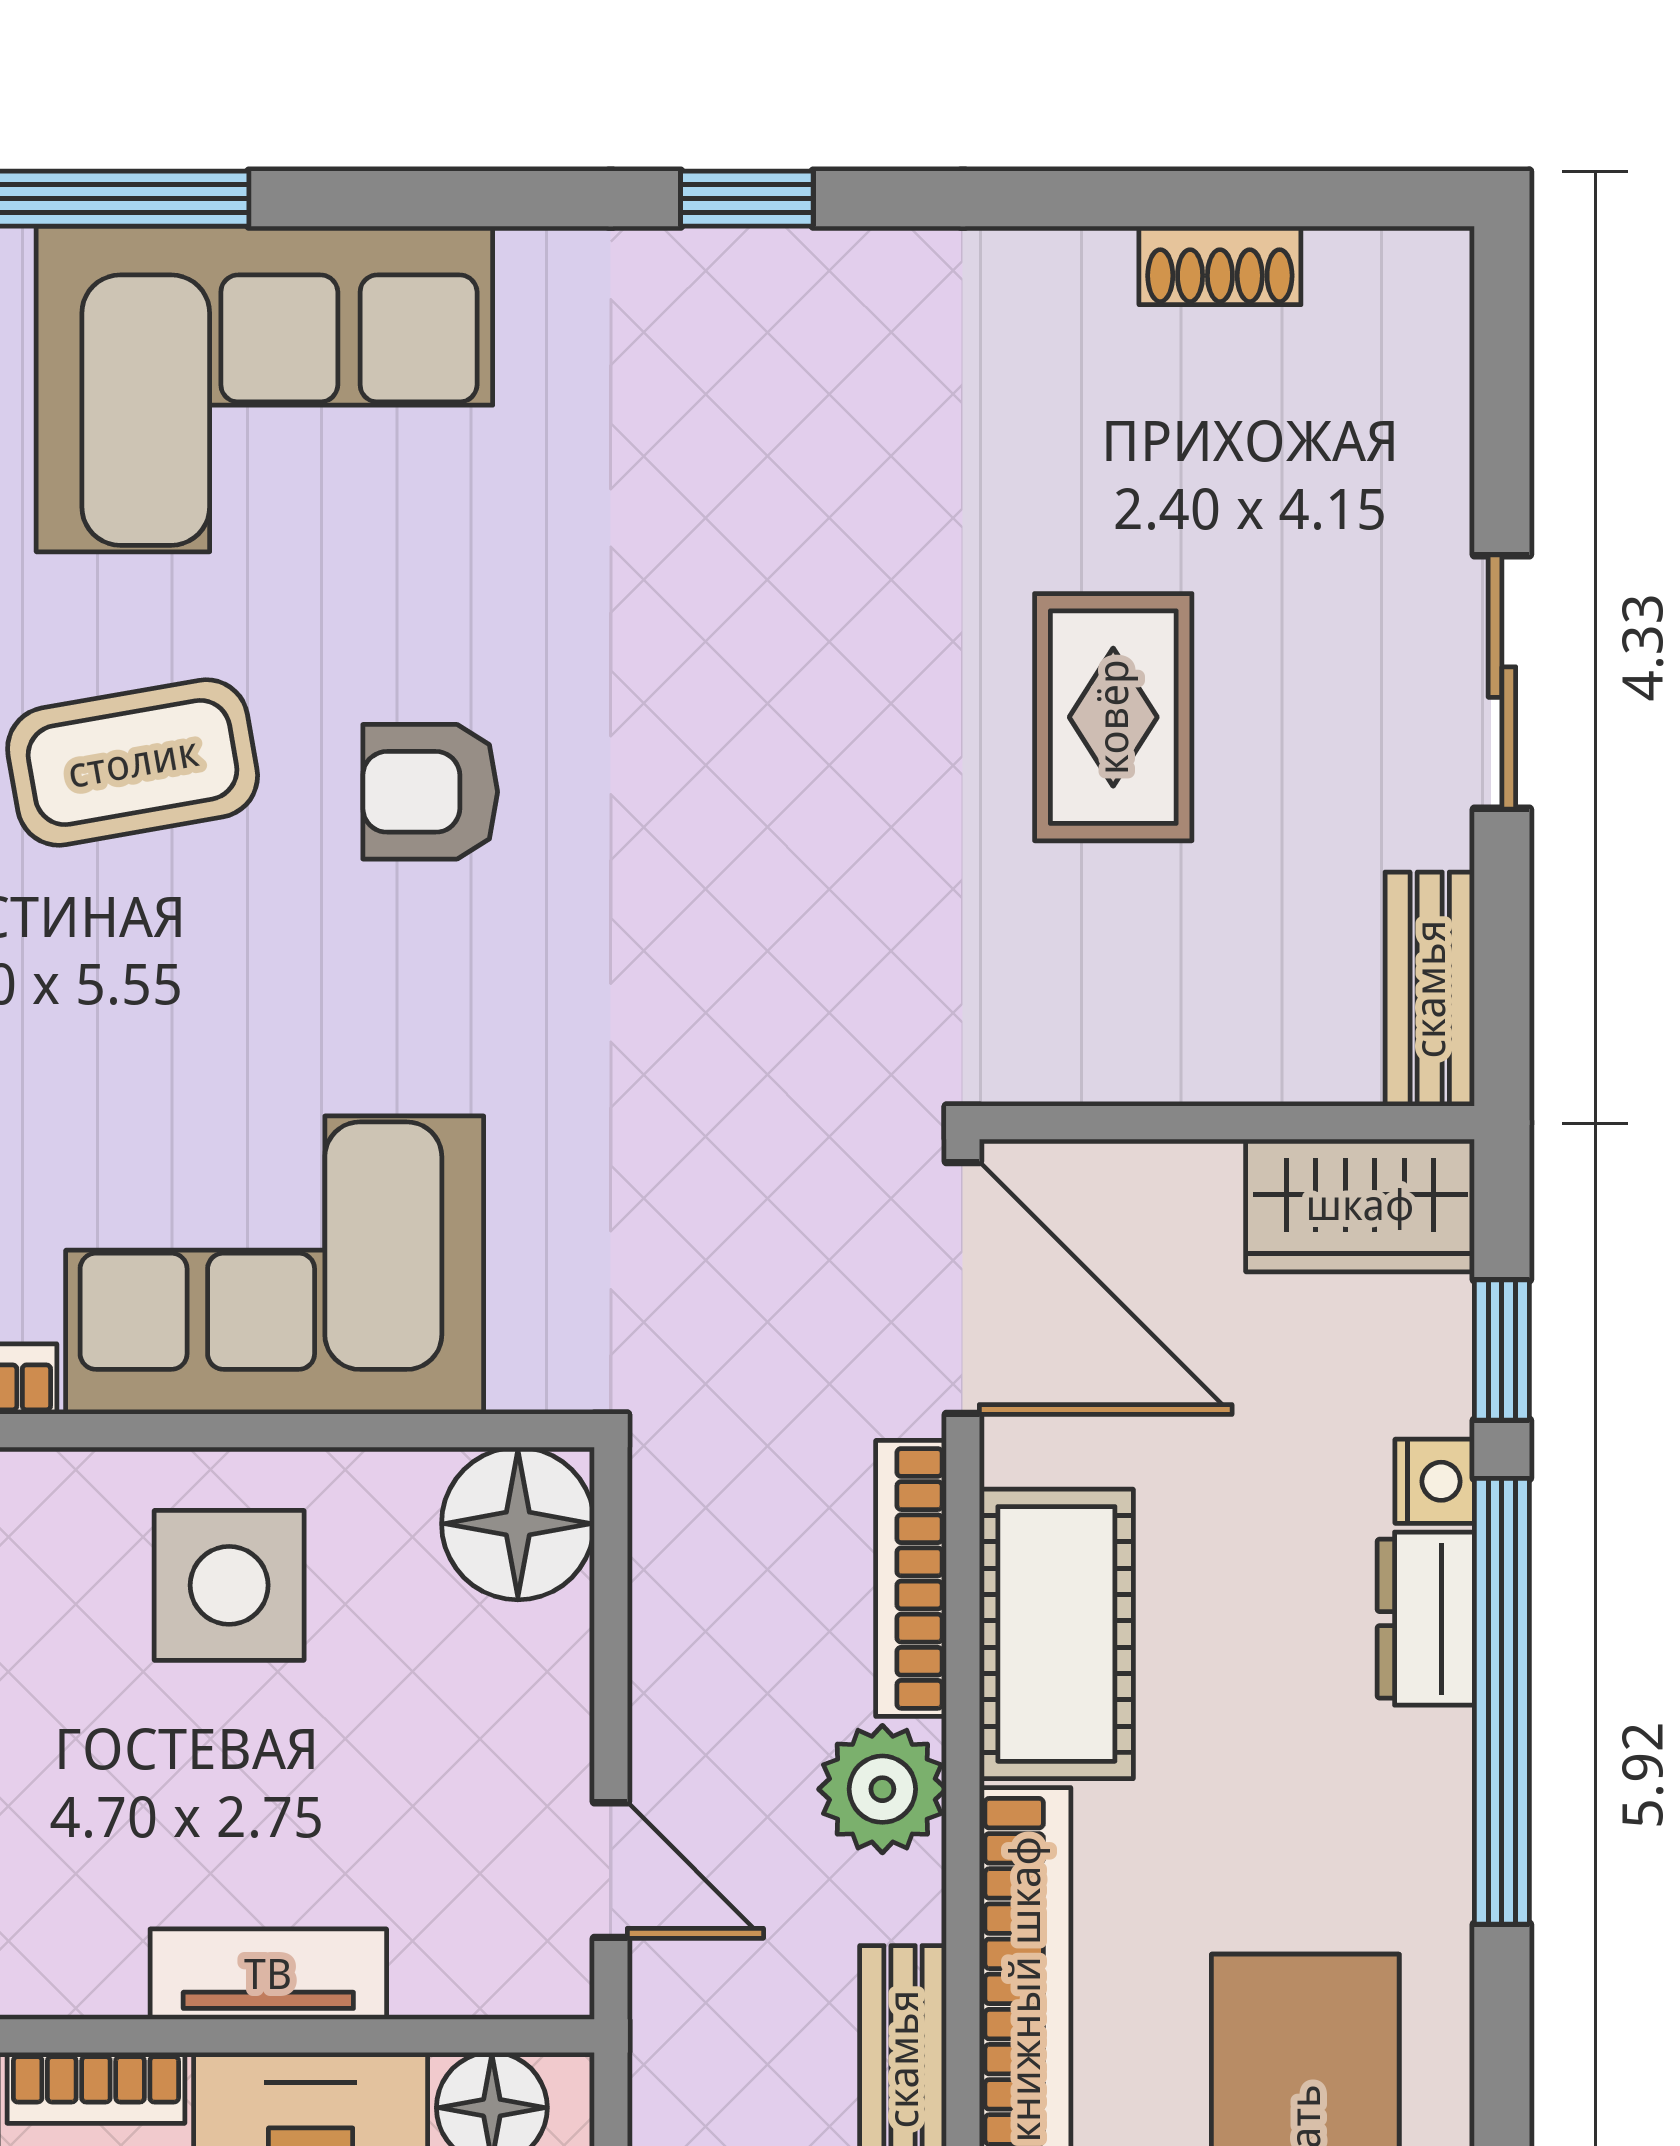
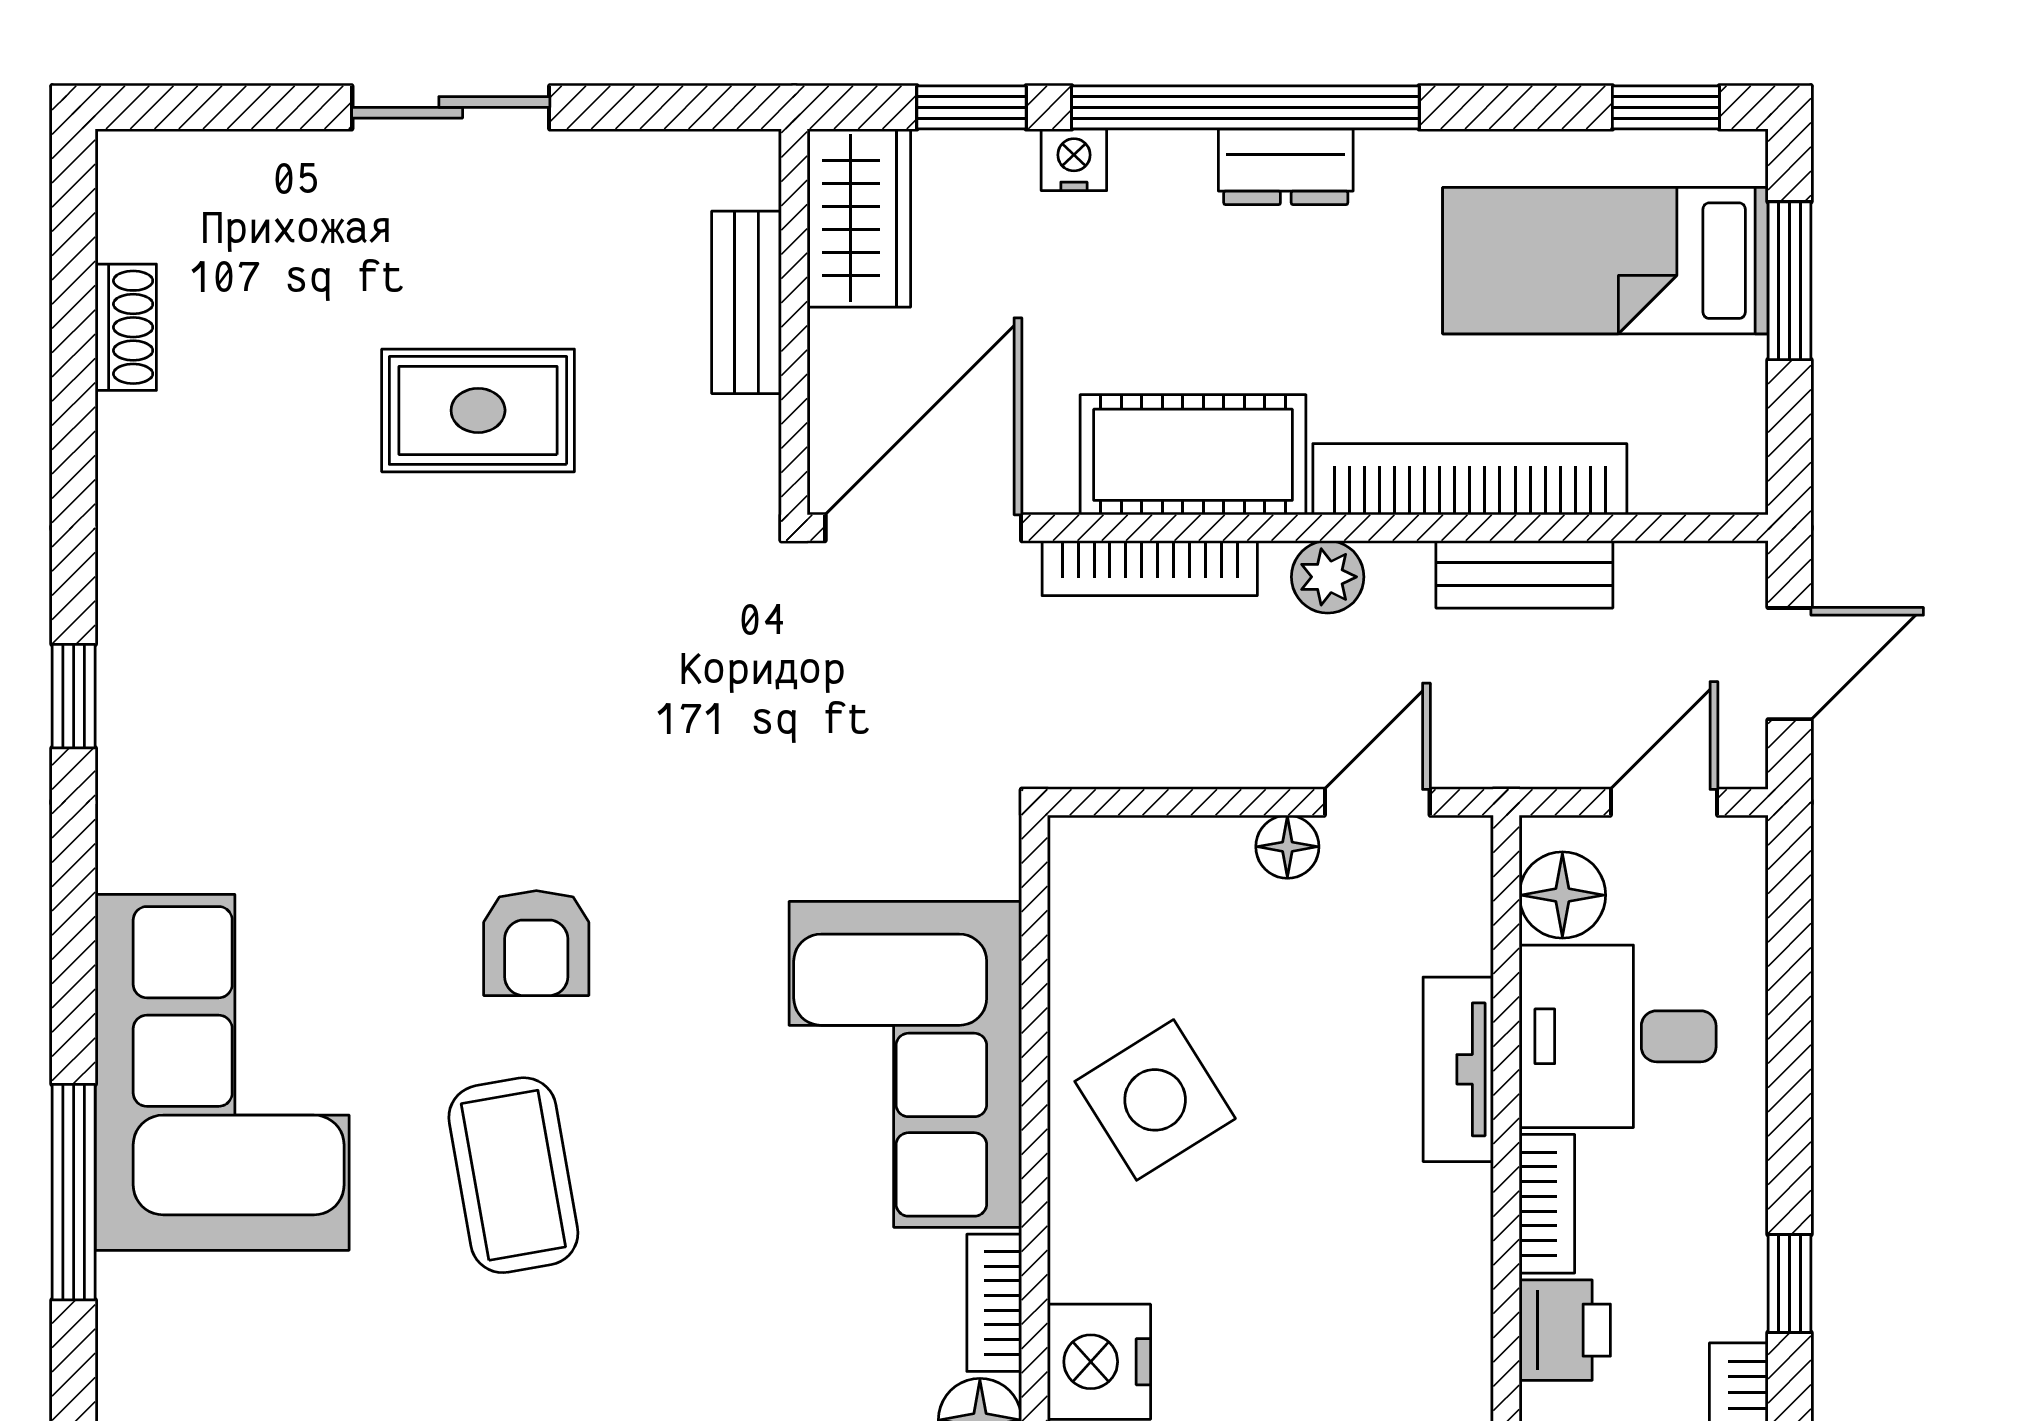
bench: (1430, 989) -> (747, 302), moved, turned 90
floor lamp: (518, 1524) -> (1287, 847), moved, width x0.53, depth x0.53
side table: (229, 1585) -> (1155, 1100), turned -32
dresser: (1426, 1619) -> (1286, 167), moved
plant: (882, 1789) -> (1328, 577), width x0.73, depth x0.73

